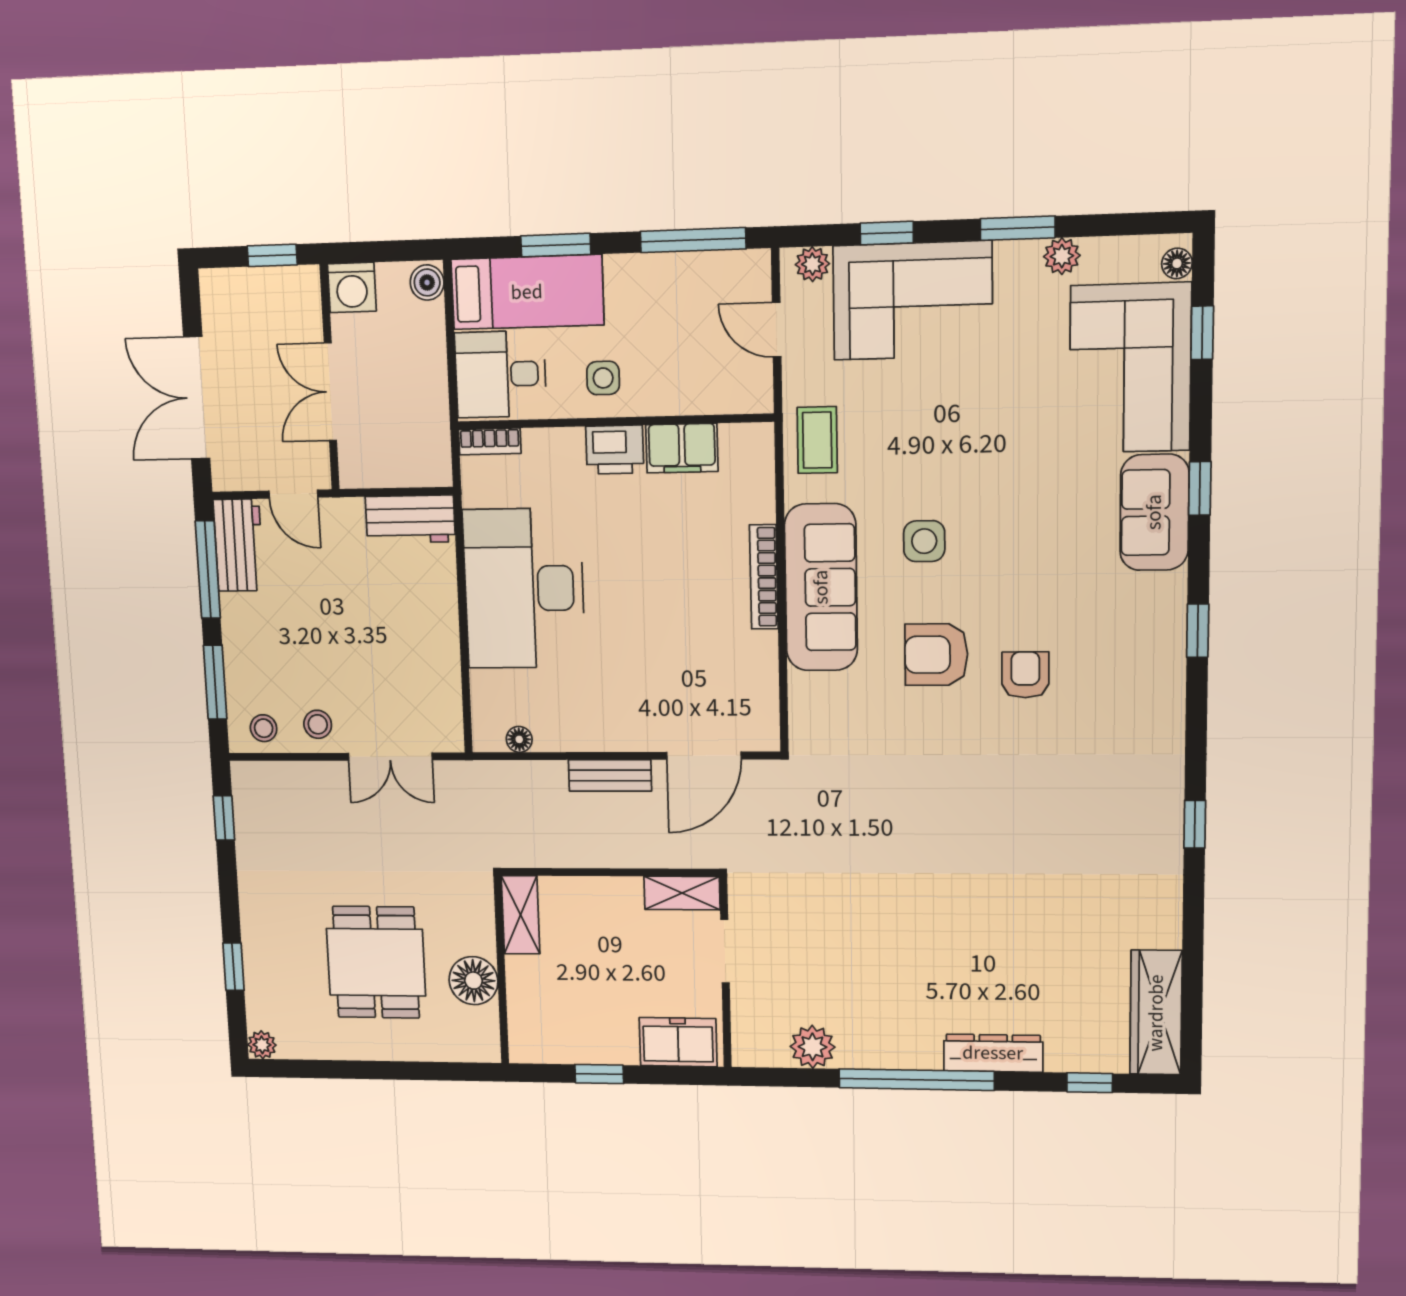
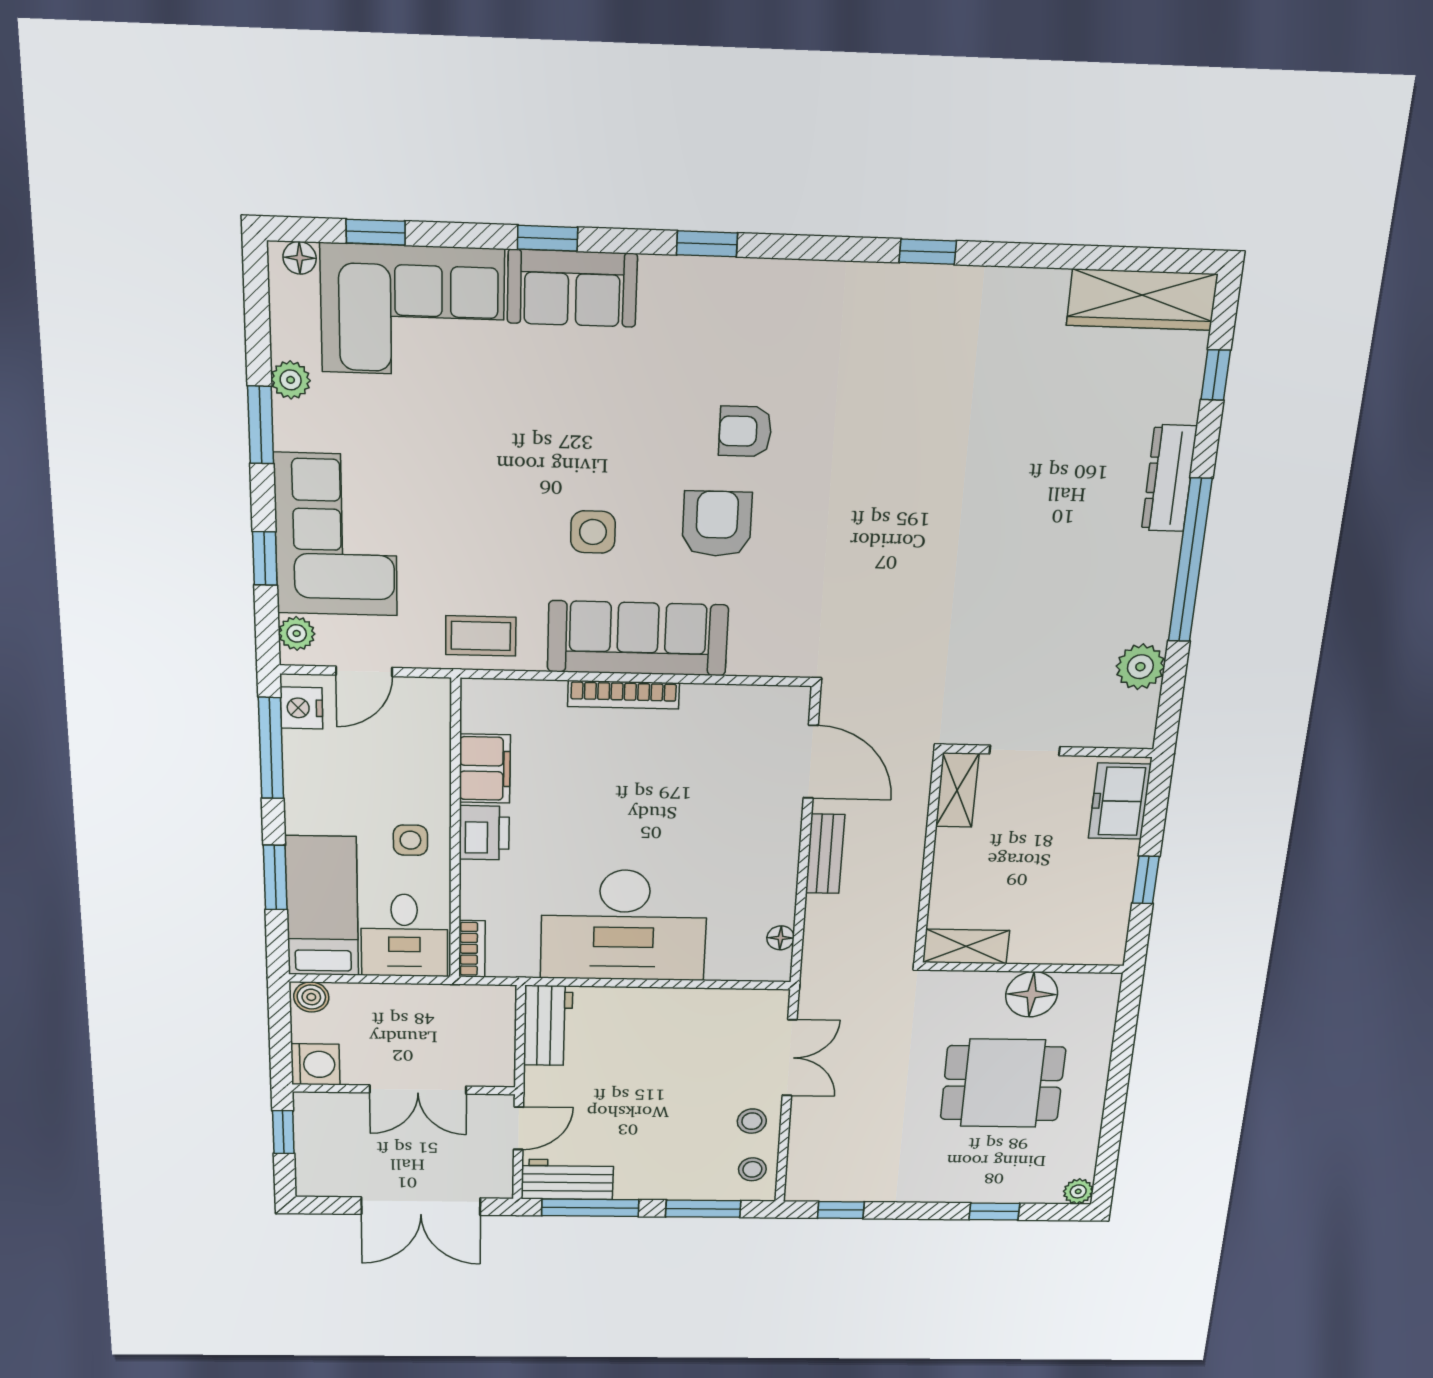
nightstand: (736, 270) -> (301, 708), added
armchair: (936, 655) -> (717, 524), turned 180

